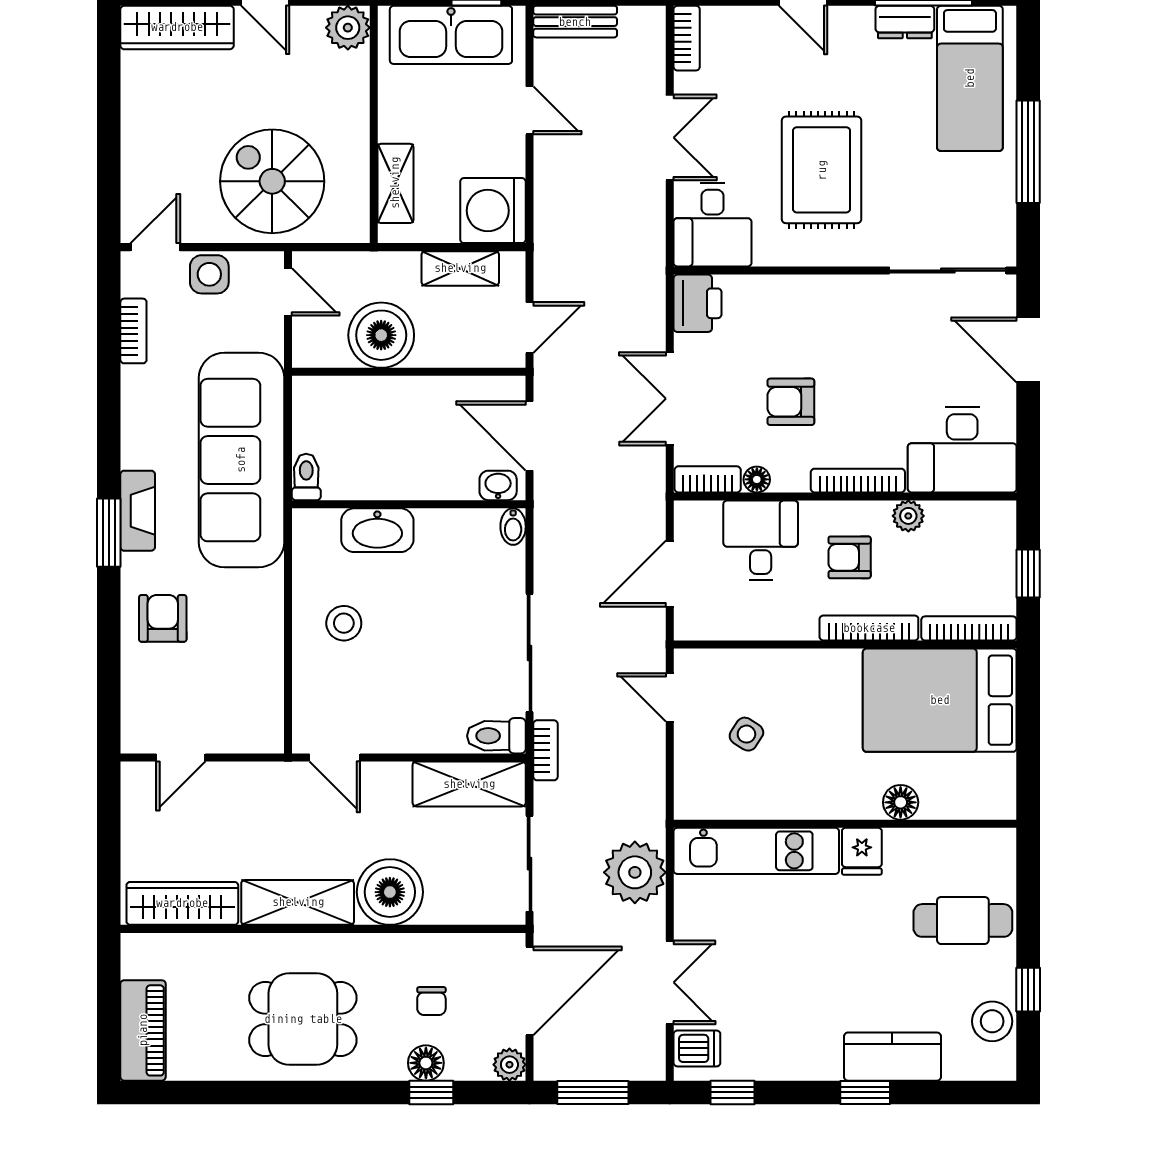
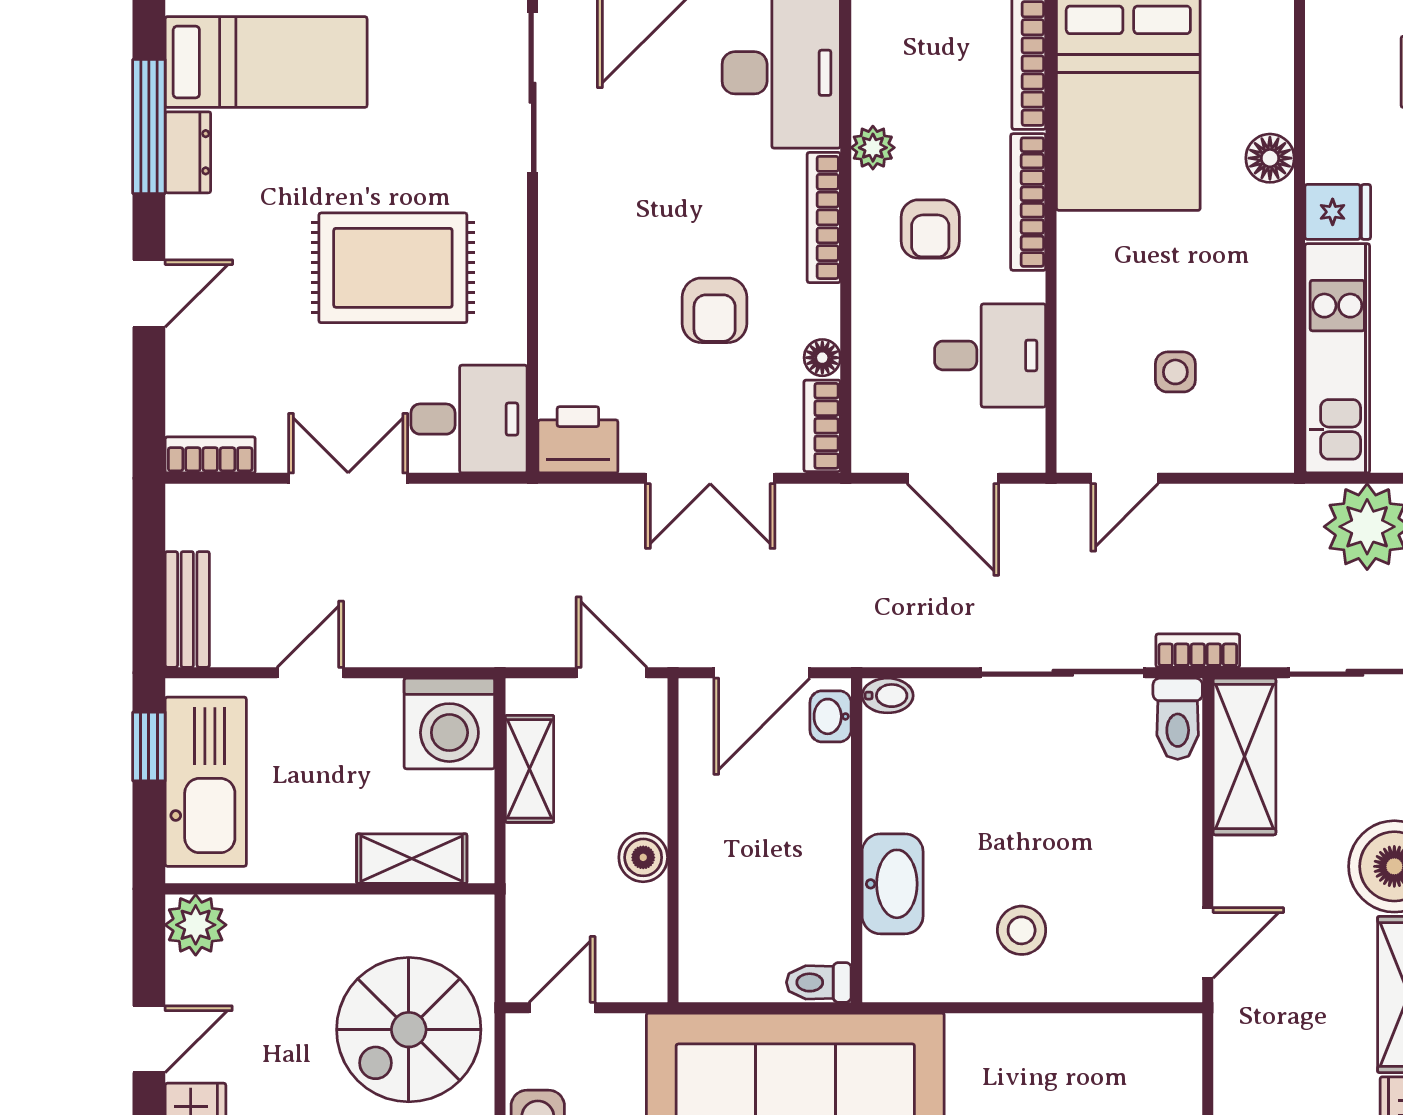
boiler: (381, 335) -> (643, 857), width x0.54, depth x0.54
desk: (761, 540) -> (990, 355), moved, turned 180
side table: (746, 734) -> (1175, 372), turned -33

